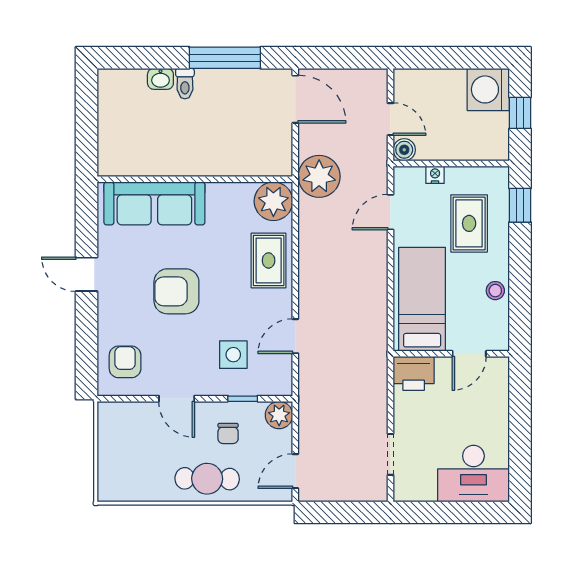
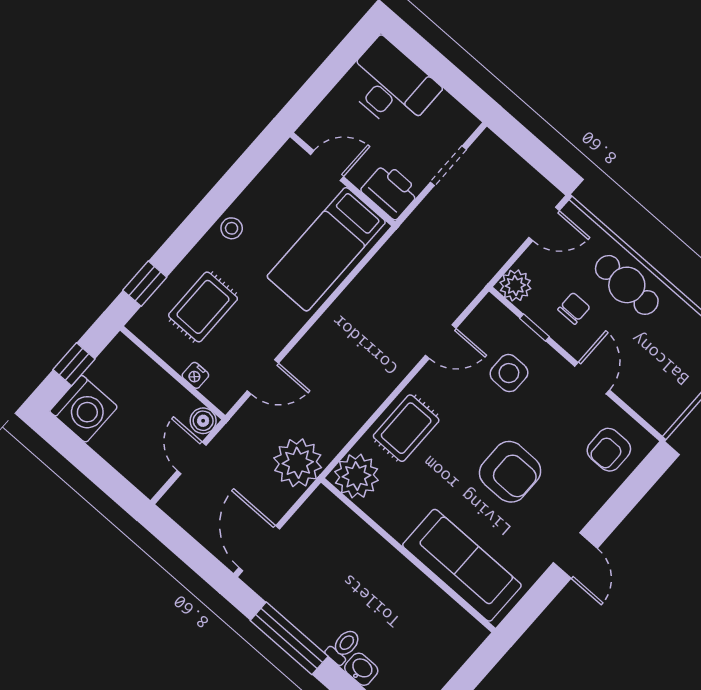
bed: (422, 299) -> (326, 249), moved
wall: (451, 354) -> (343, 179), moved
door: (469, 354) -> (327, 166), moved
printer: (414, 373) -> (390, 191), moved

